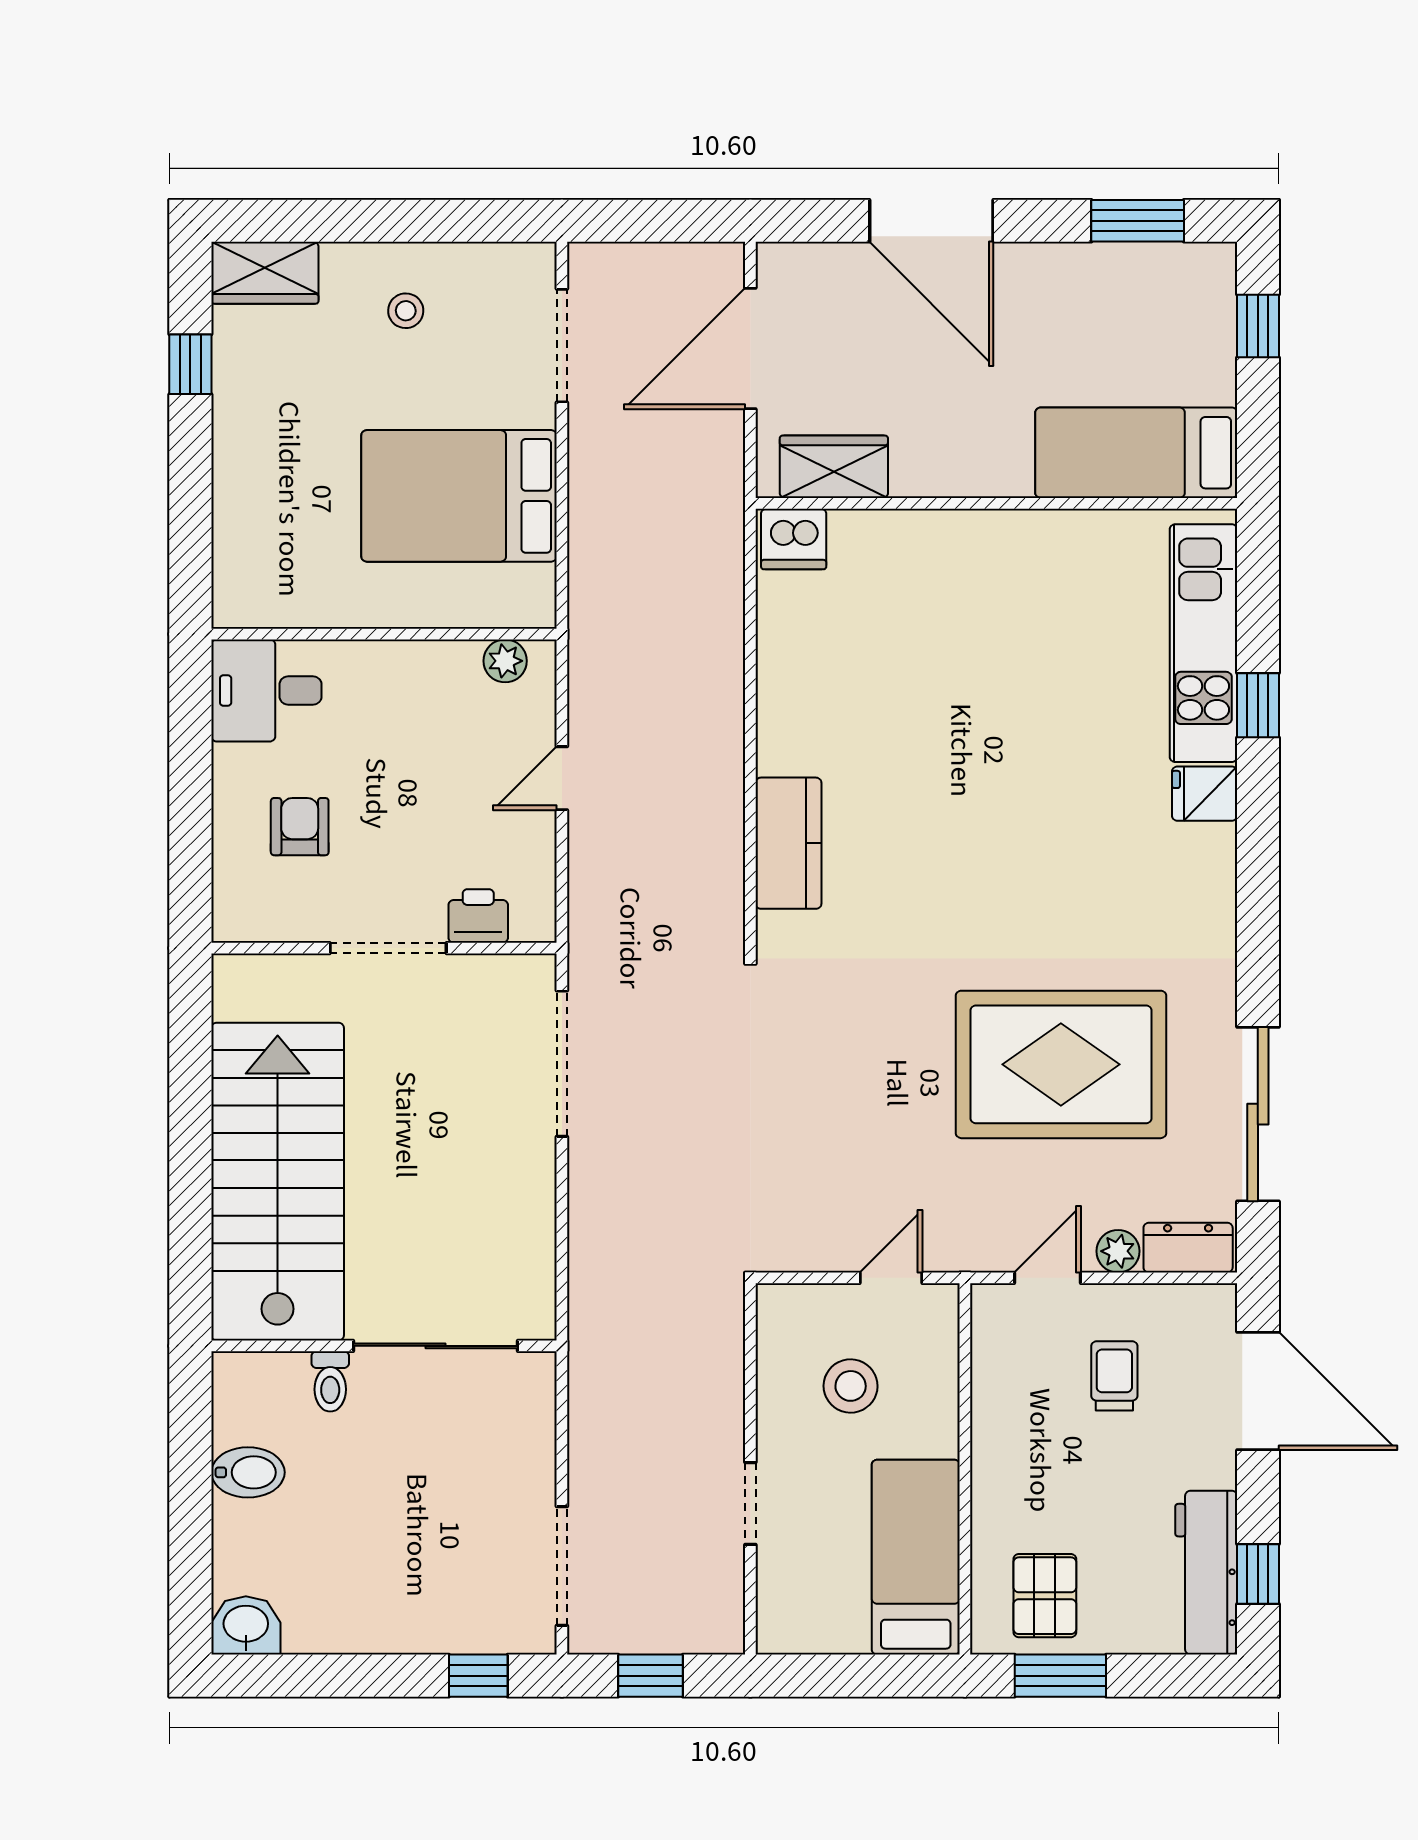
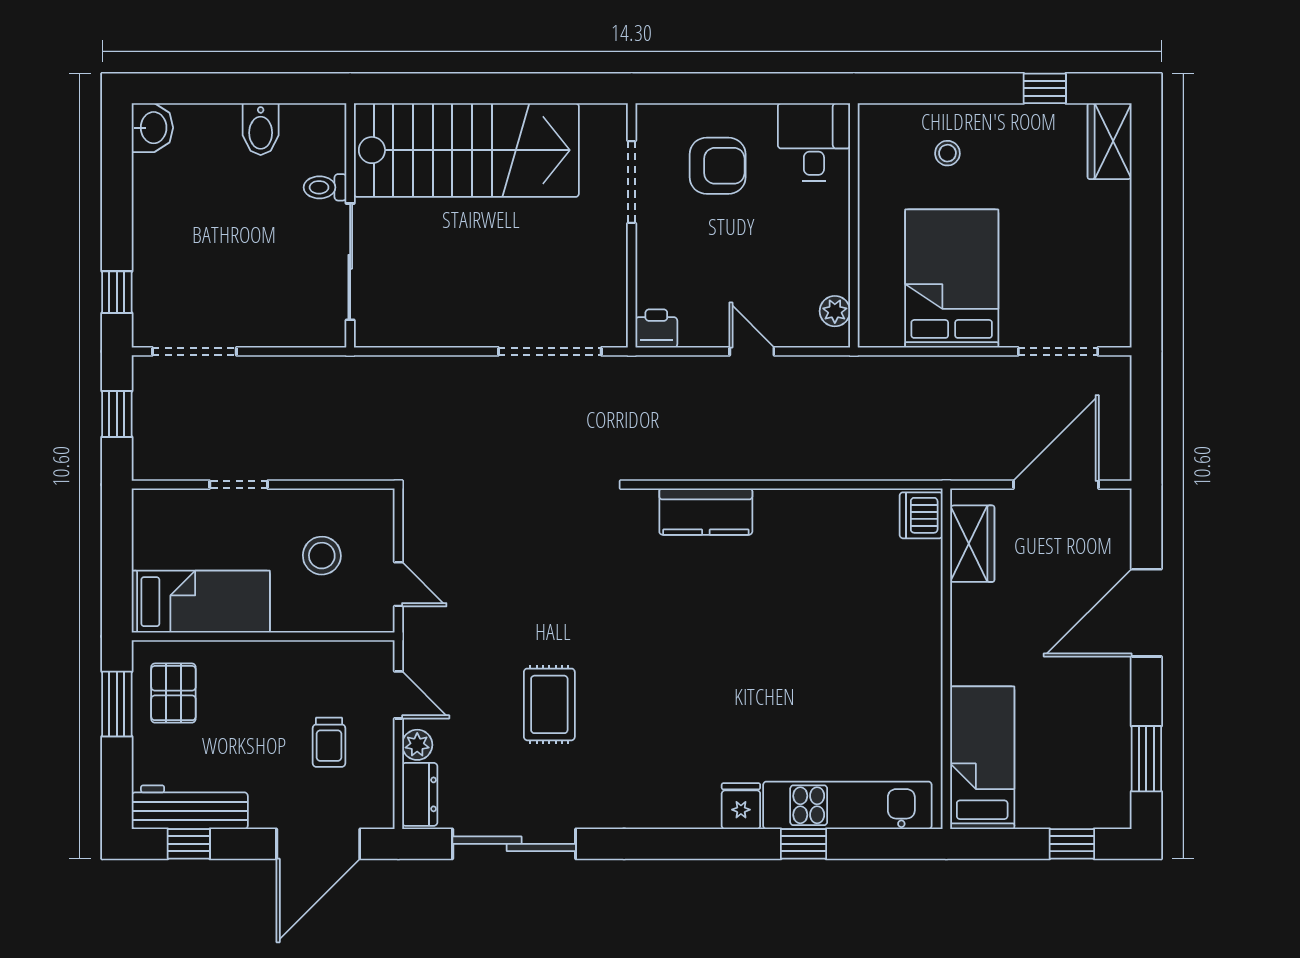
stool: (406, 311) -> (947, 153), moved
door: (750, 348) -> (1056, 485), hinge flipped
armchair: (300, 827) -> (718, 166), width x1.38, depth x1.38
printer: (478, 916) -> (656, 329), moved, turned -90
doorway: (388, 948) -> (632, 182), moved
rug: (1061, 1064) -> (549, 704), width x0.54, depth x0.49
trolley: (1114, 1376) -> (329, 742), turned 90
pallet: (1045, 1596) -> (173, 693), turned 90

